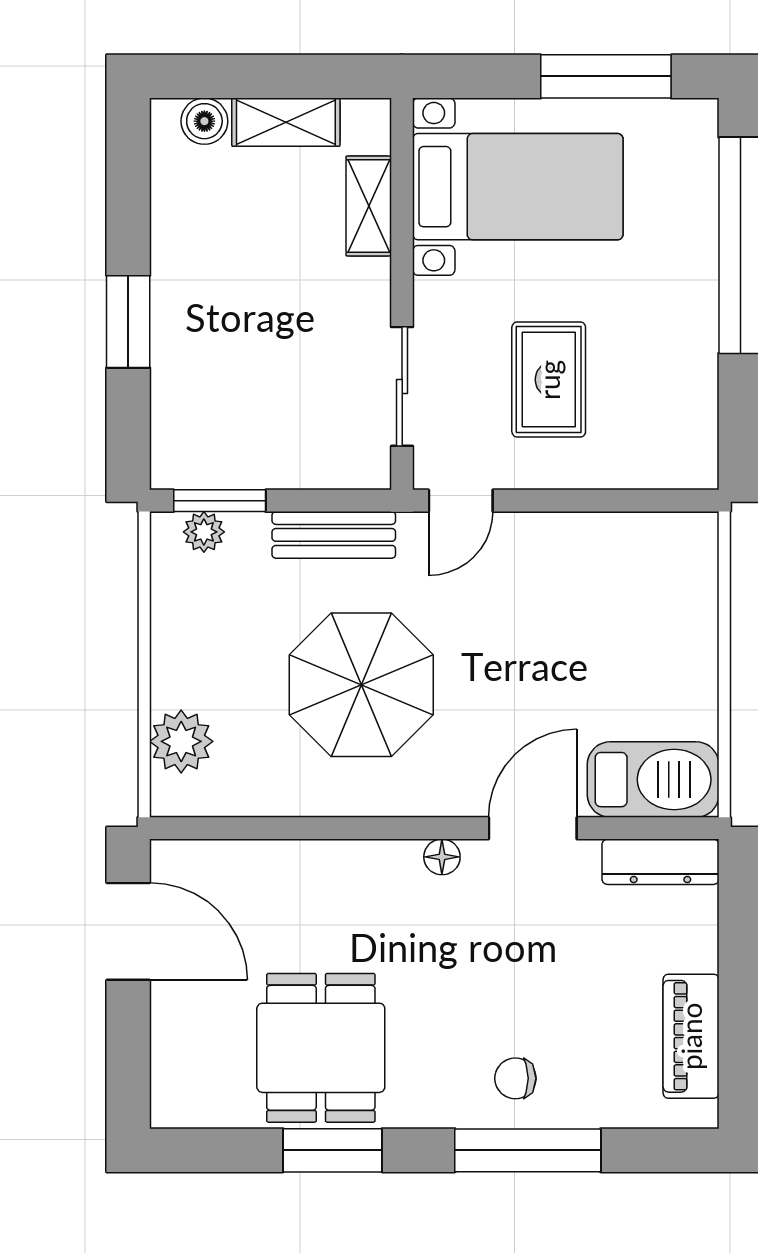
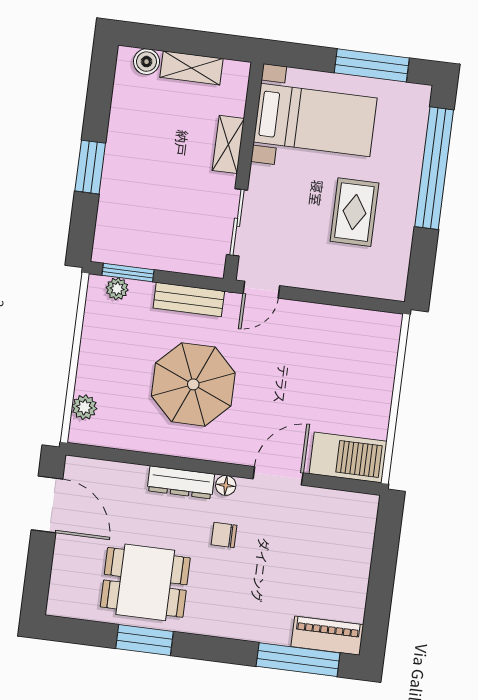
shelving: (369, 206) -> (228, 144), moved
rug: (549, 380) -> (354, 212), moved
plant: (181, 741) -> (84, 407), width x0.73, depth x0.73
dresser: (660, 862) -> (181, 482), moved
piano: (691, 1036) -> (327, 636), moved, turned 90
dining table: (321, 1048) -> (145, 582), turned 90
chair: (515, 1078) -> (224, 535), moved
window: (528, 1150) -> (298, 660), moved

